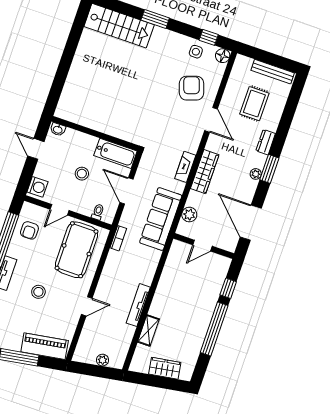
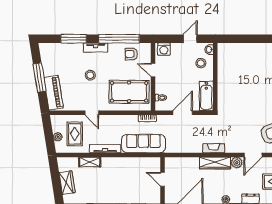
stool: (82, 174) -> (201, 63), moved
plant: (189, 215) -> (237, 163), moved
sofa: (161, 219) -> (143, 144), moved
rug: (106, 337) -> (75, 134), added

